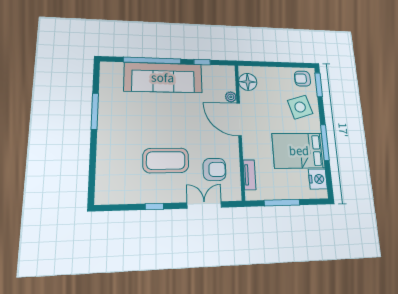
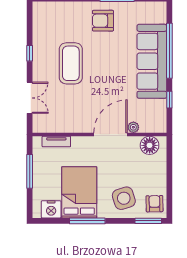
armchair: (214, 169) -> (103, 21), moved, turned 90

